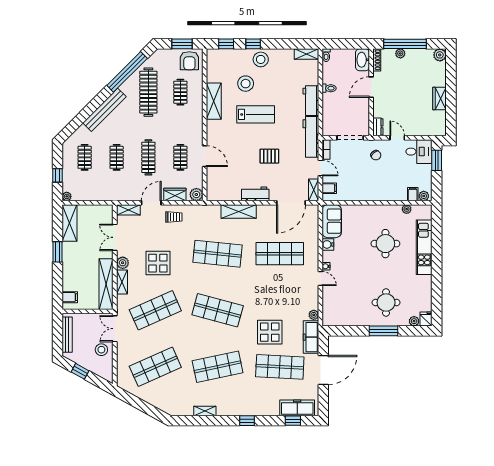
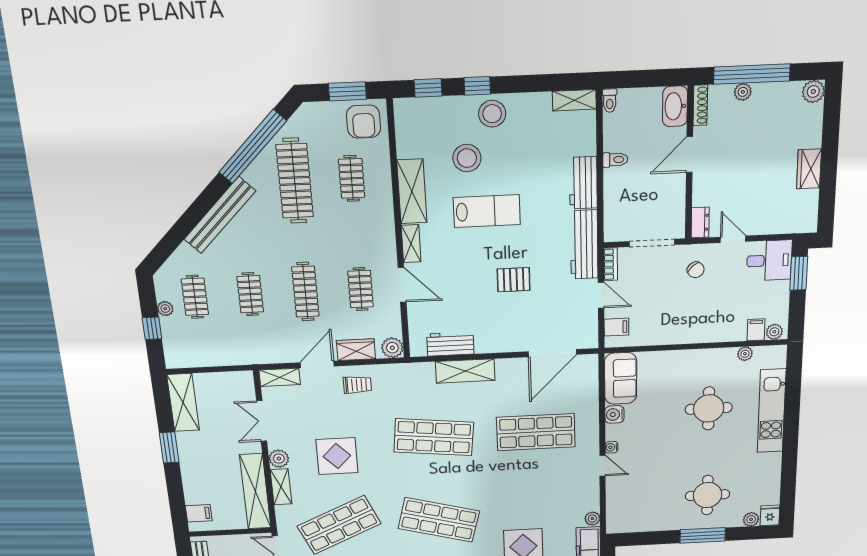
shelving: (314, 190) -> (411, 244), moved
workbench: (255, 194) -> (450, 344), moved
plant: (67, 196) -> (165, 309), moved

